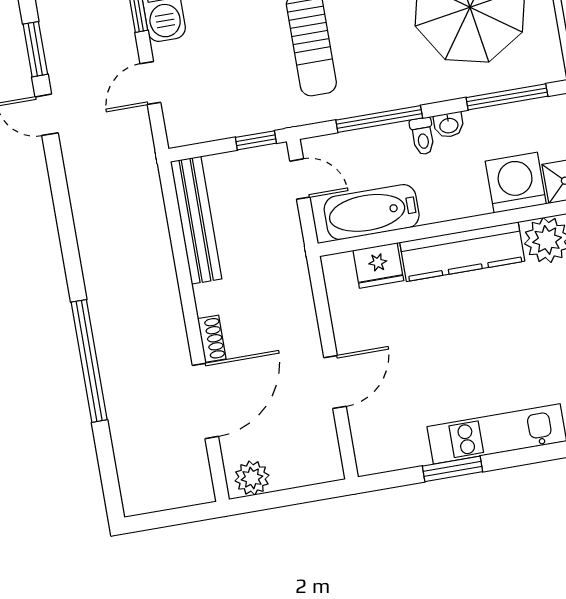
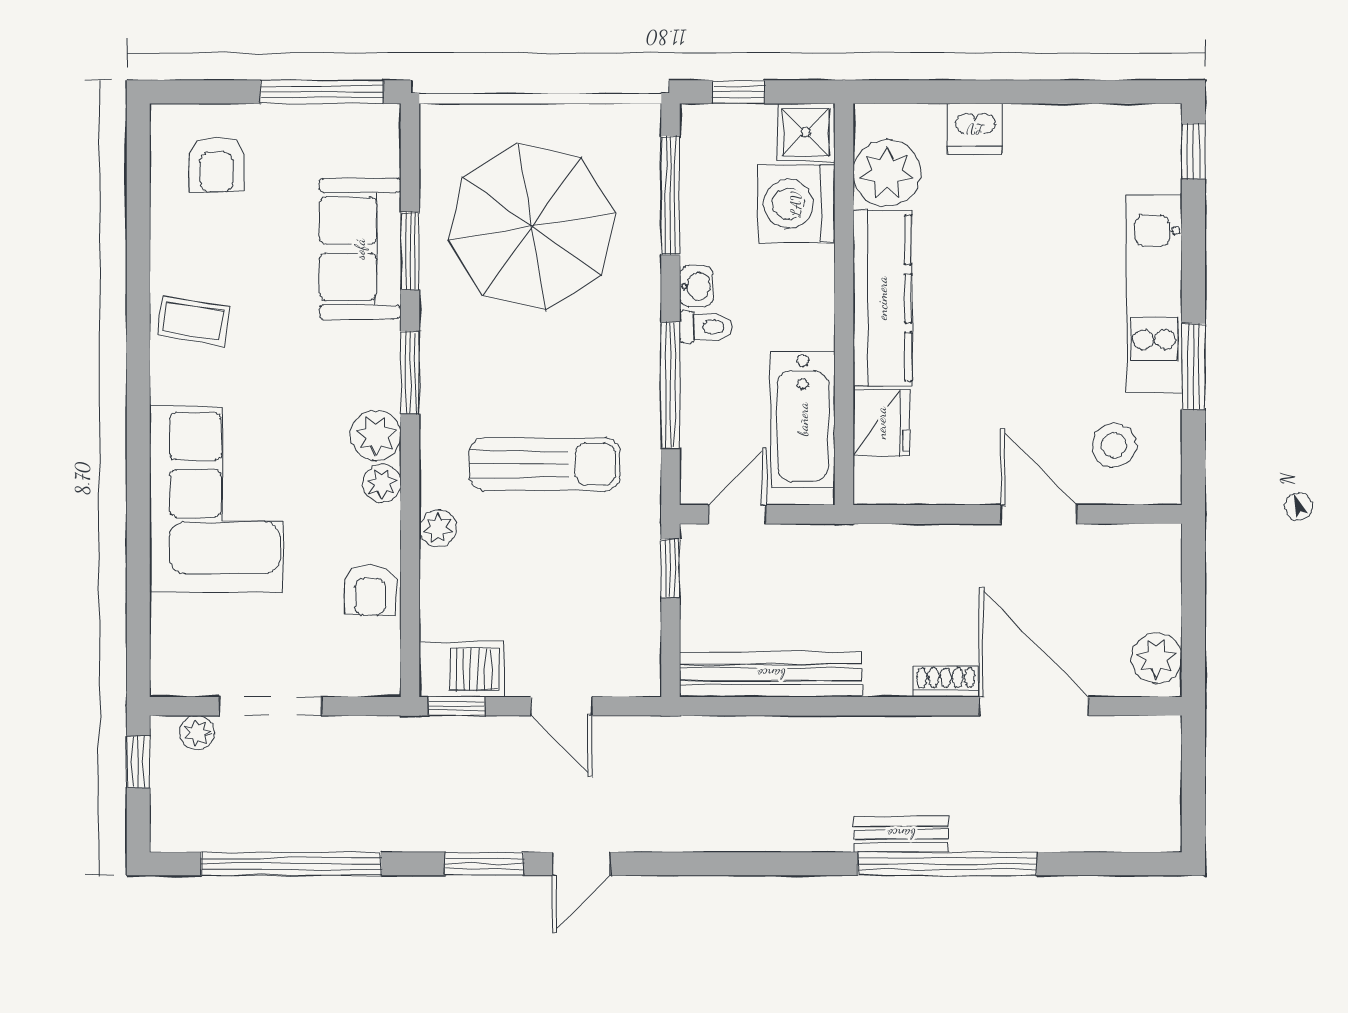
bench: (104, 327) -> (901, 834), added
stool: (390, 424) -> (1114, 445), added

